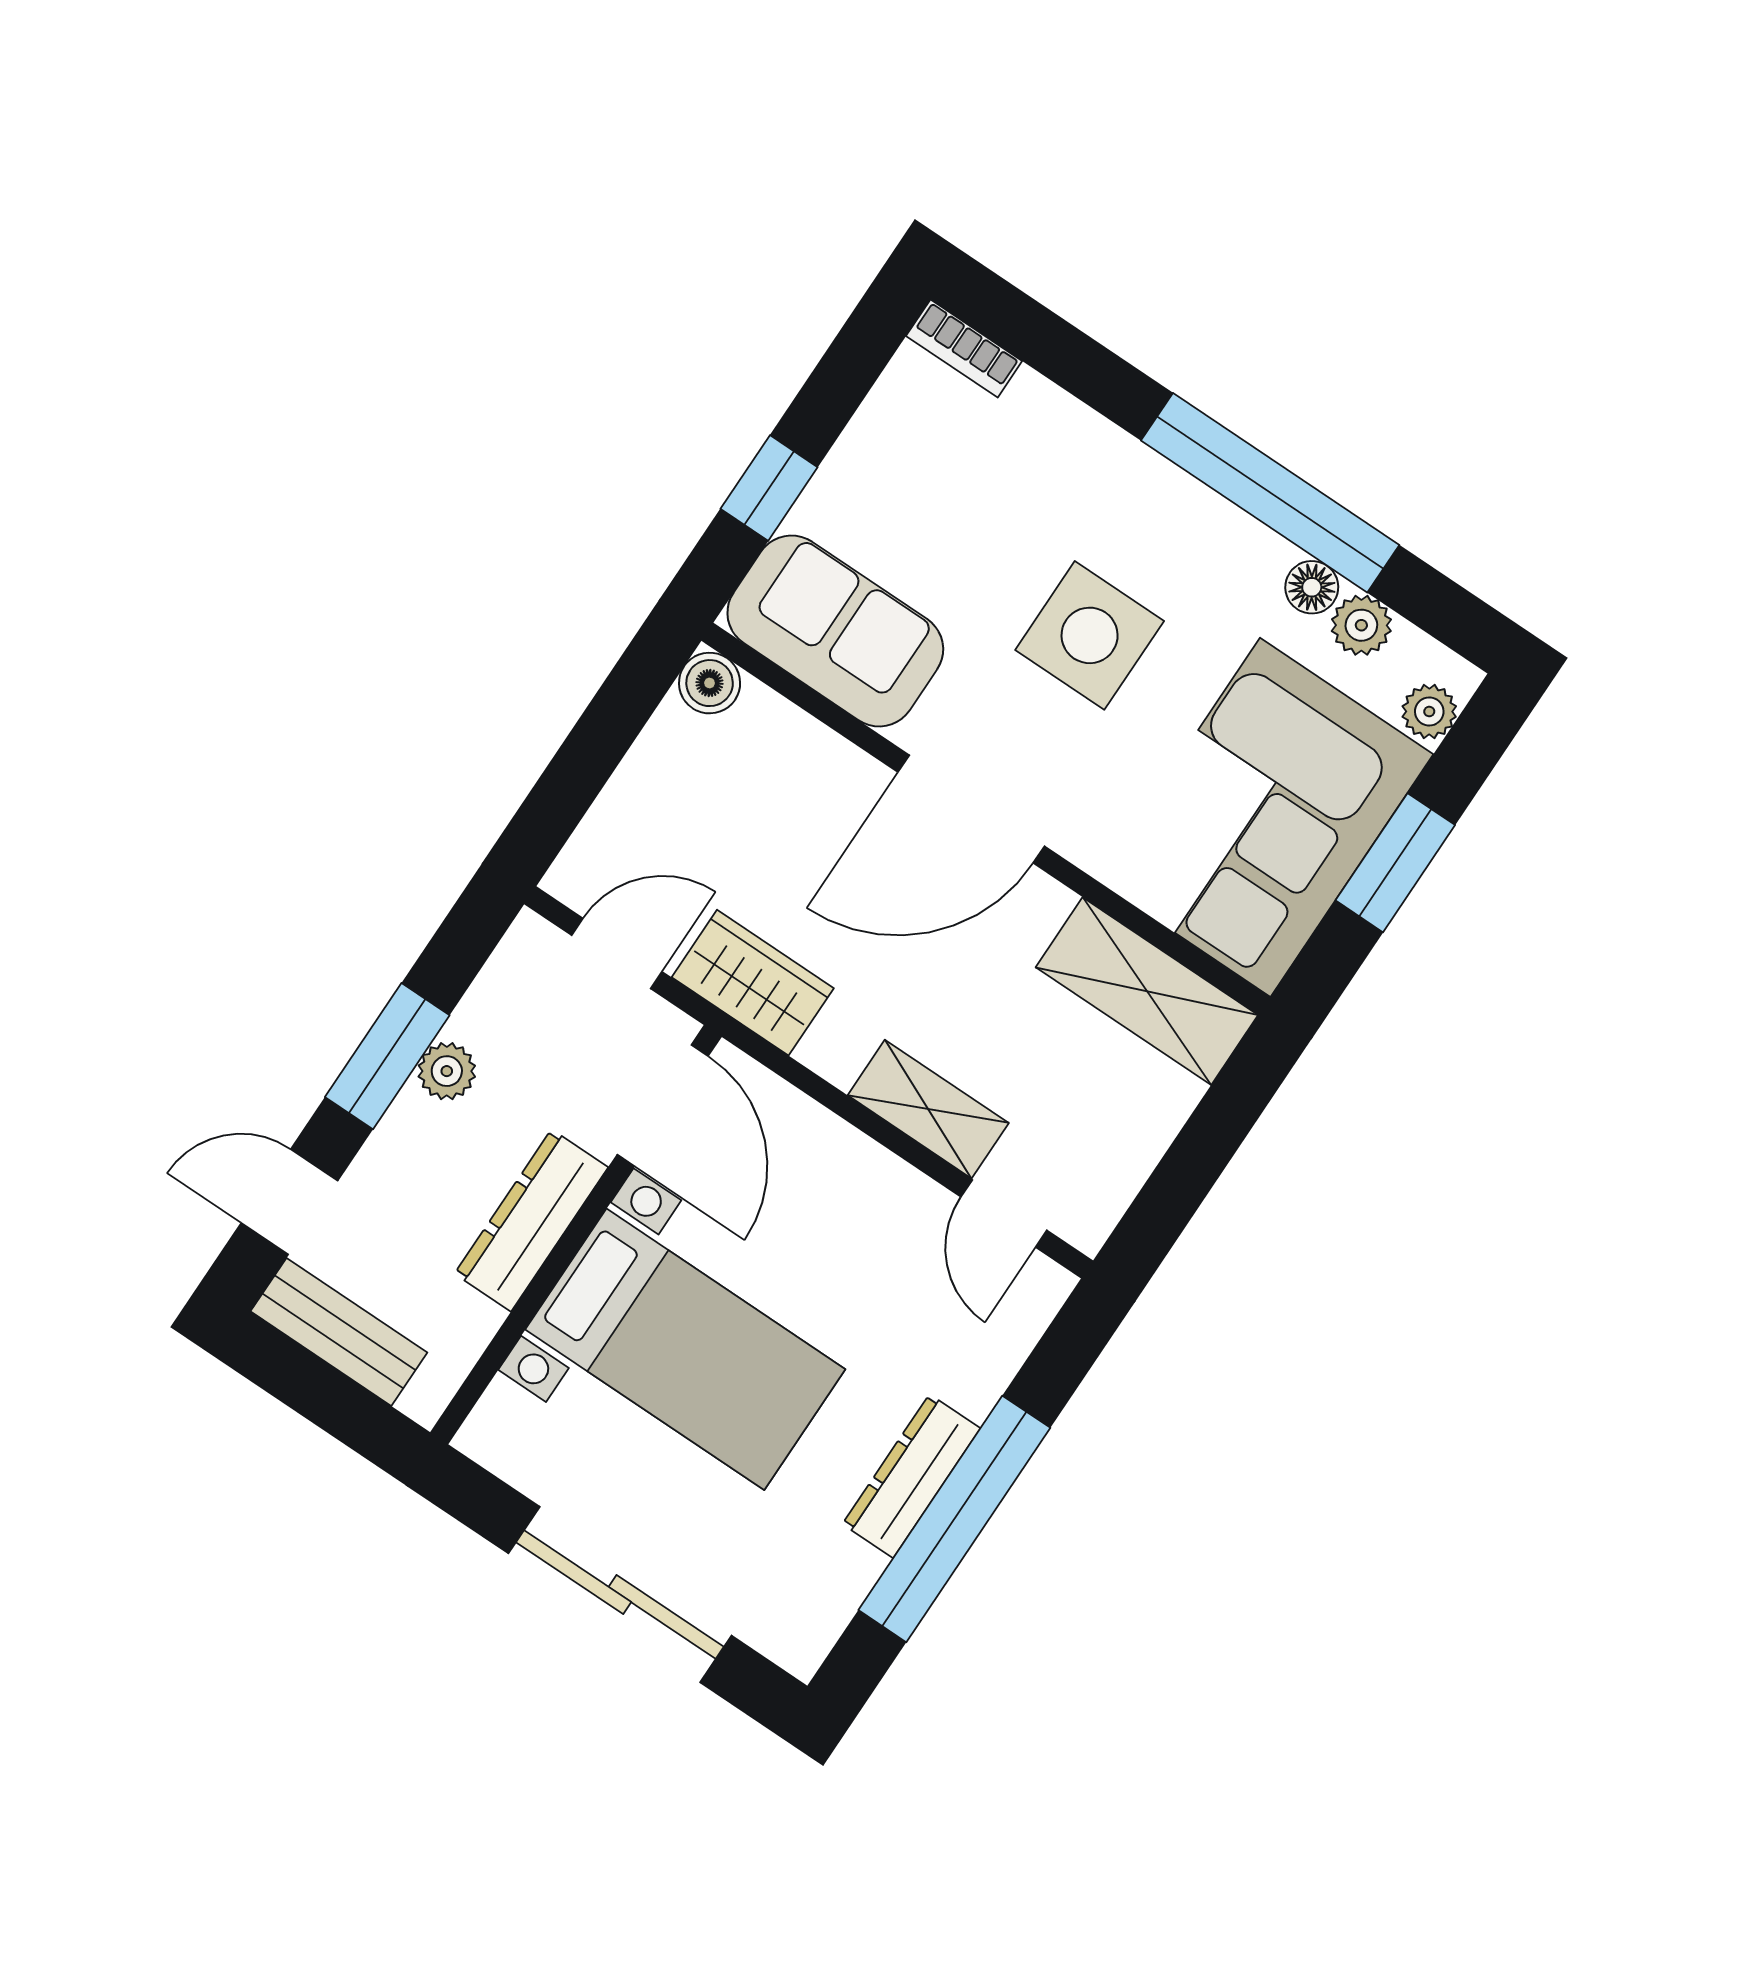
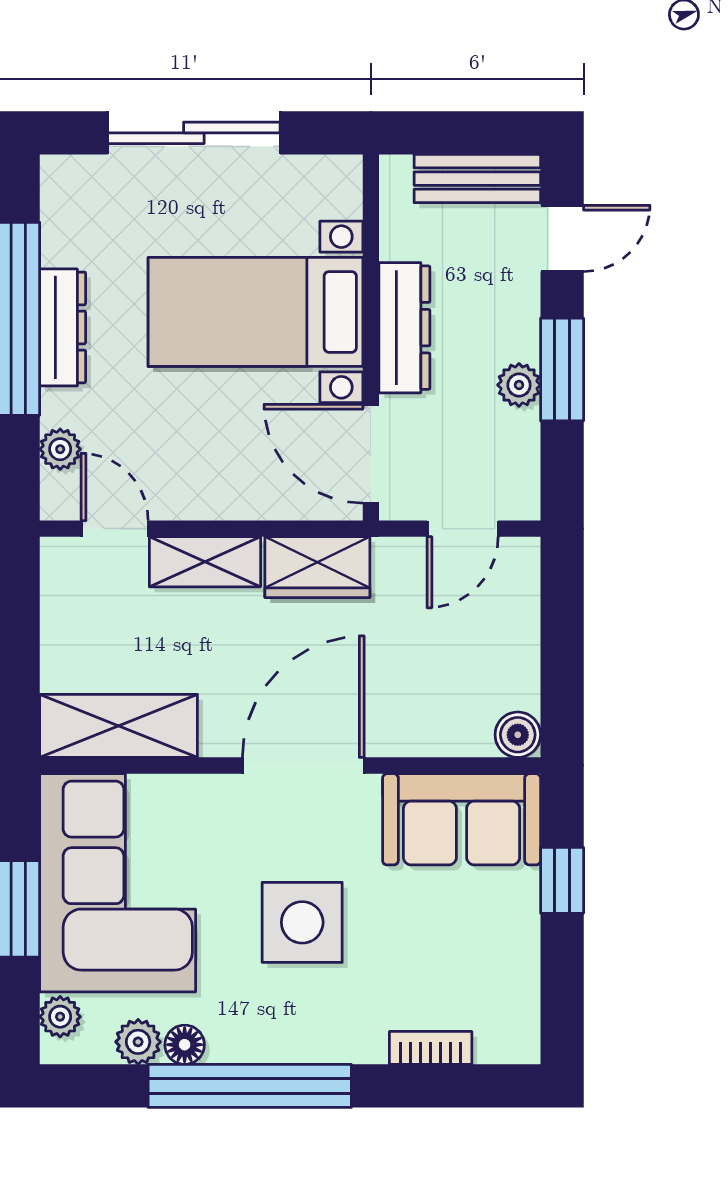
bookcase: (964, 348) -> (431, 1048), moved
wardrobe: (753, 983) -> (317, 567), moved
plant: (1005, 1343) -> (60, 449), added

